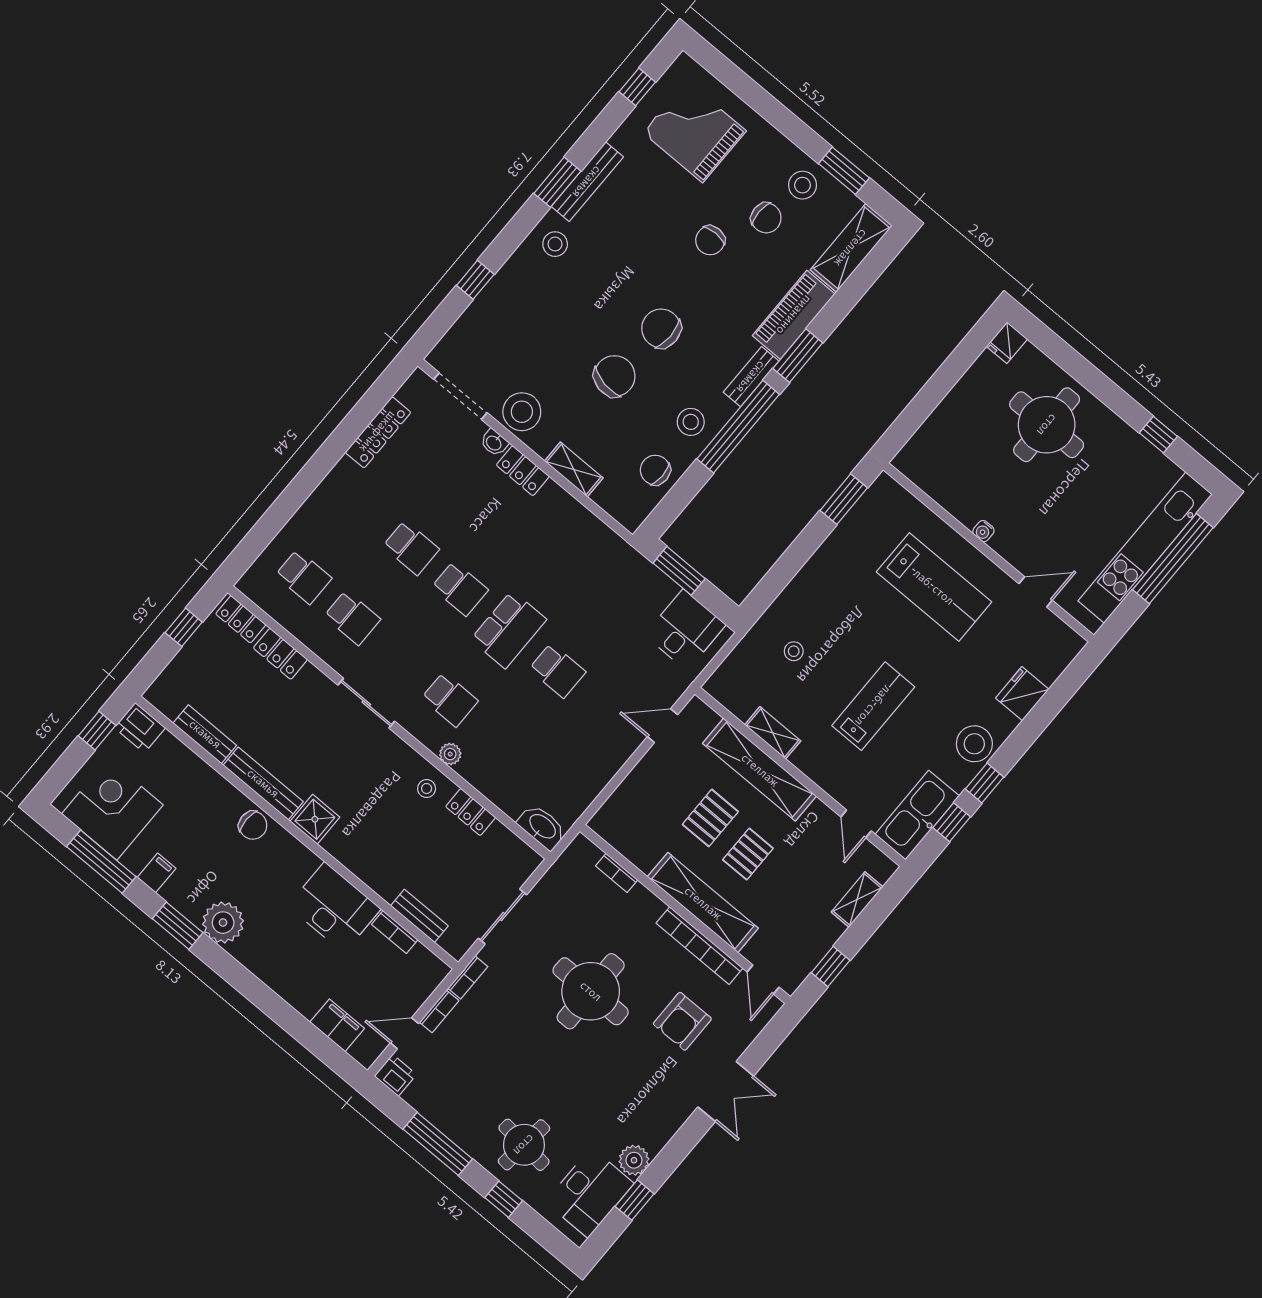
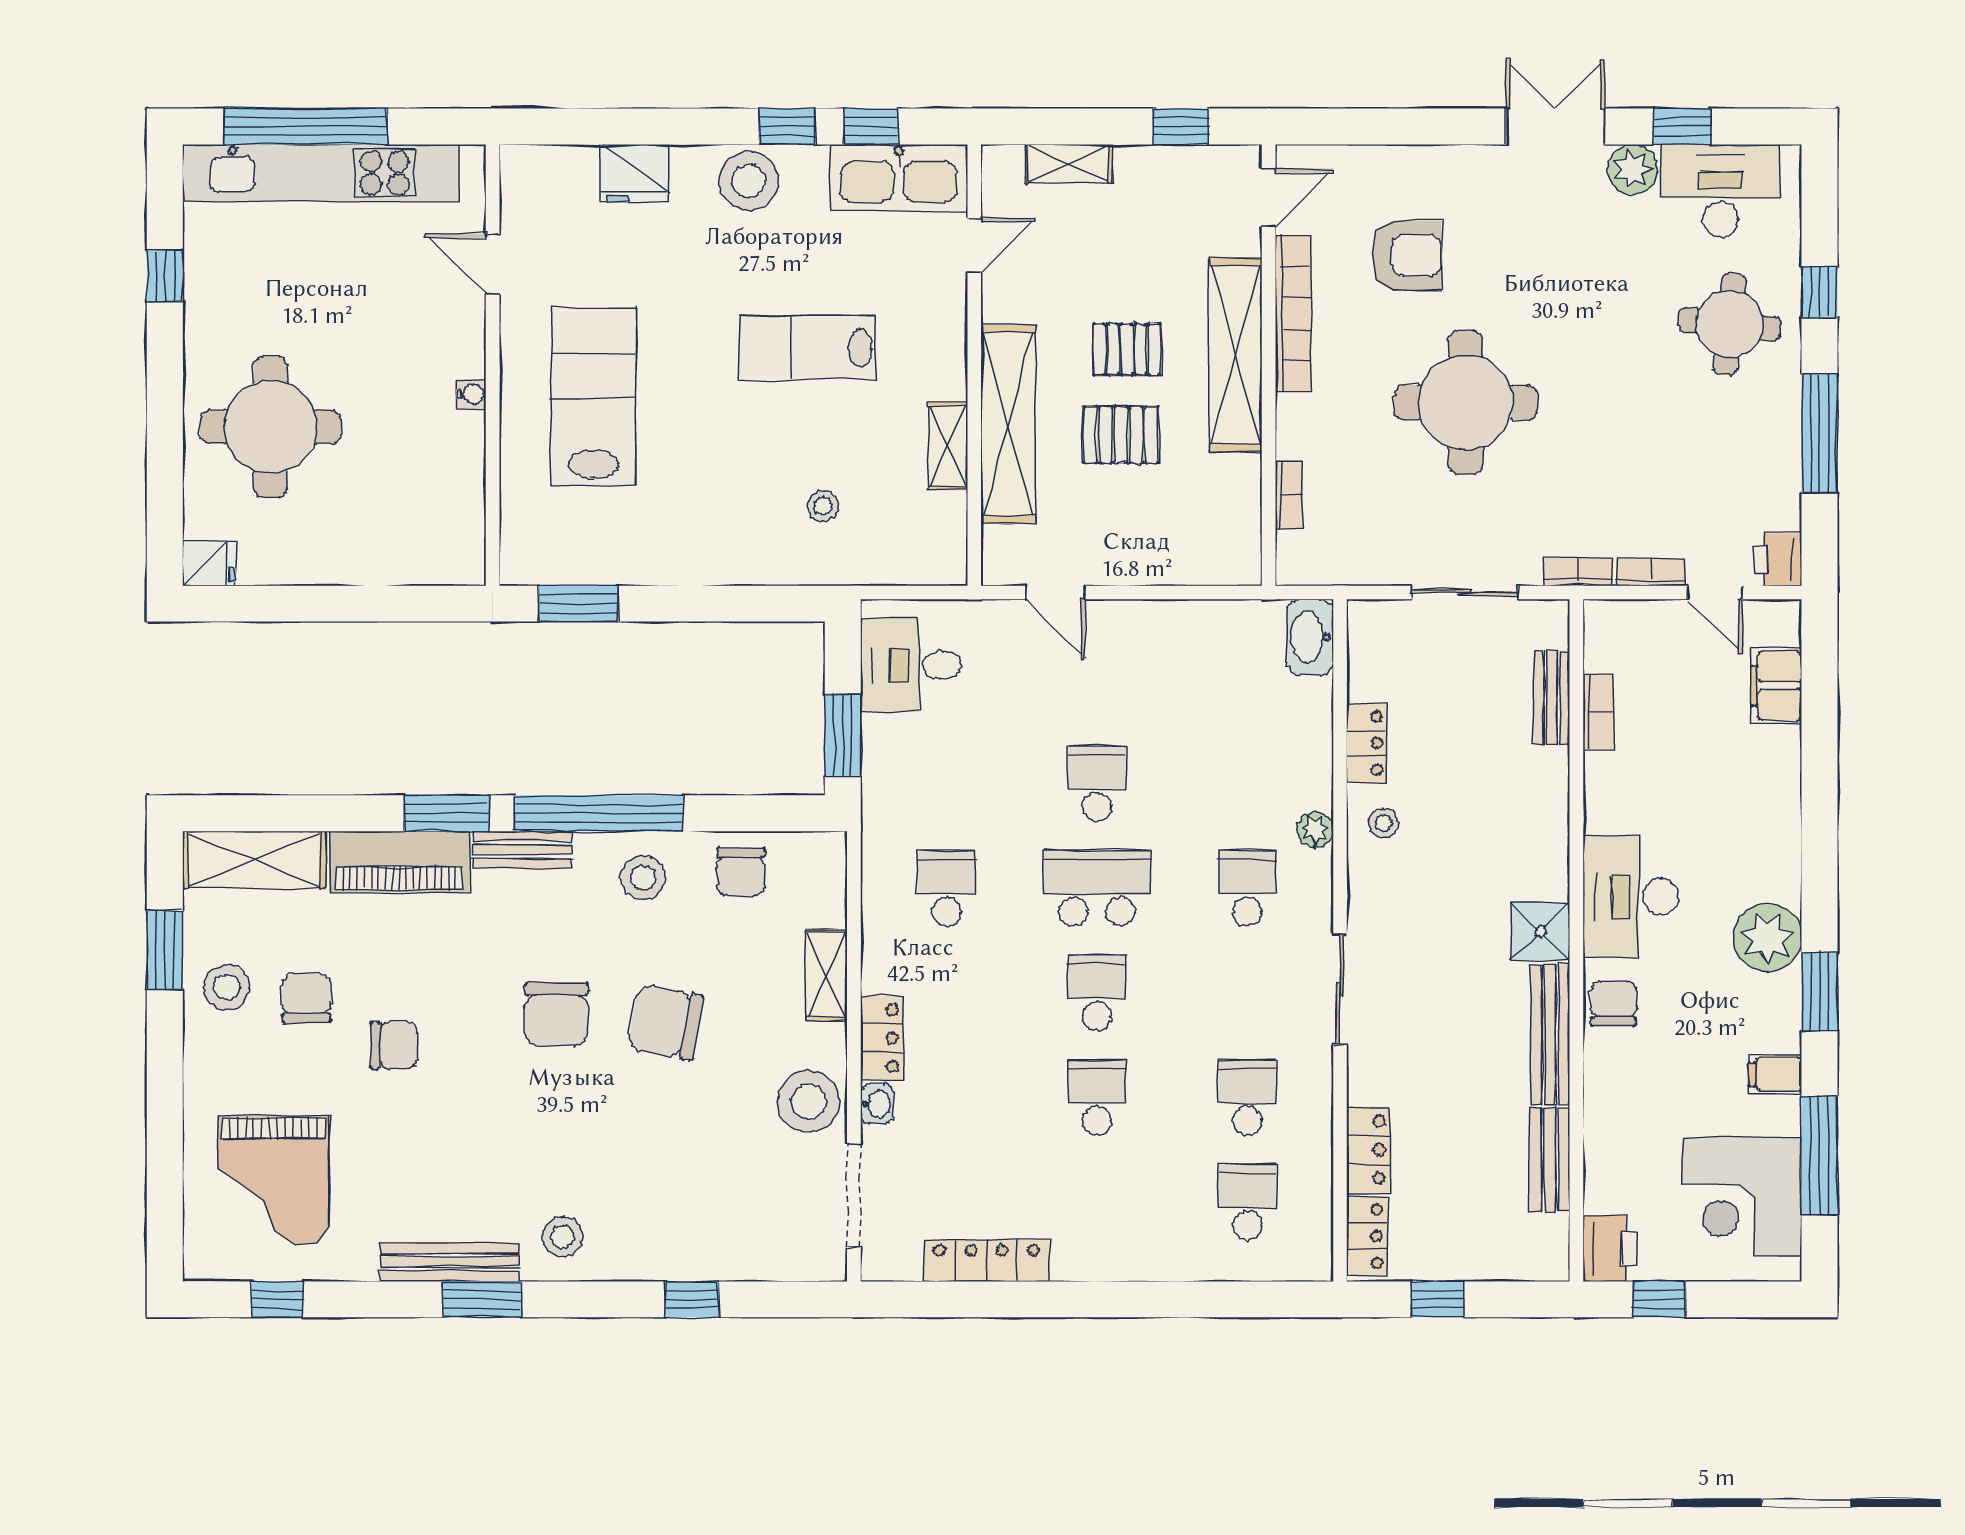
school desk: (567, 559) -> (947, 888), added
desk: (334, 907) -> (1631, 897), moved
double door: (726, 1091) -> (1555, 126), moved

